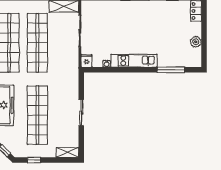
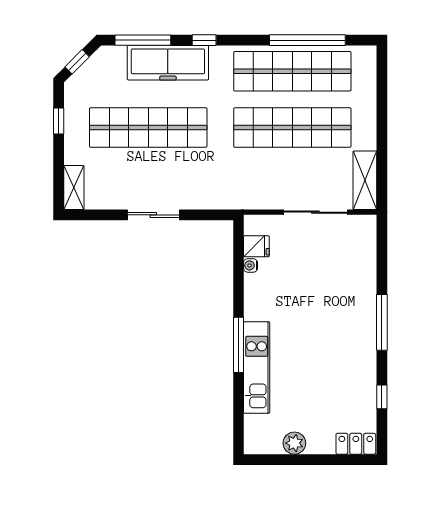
fridge: (86, 61) -> (256, 246), moved
kitchen unit: (134, 61) -> (257, 367), moved
window: (171, 70) -> (238, 345), moved

